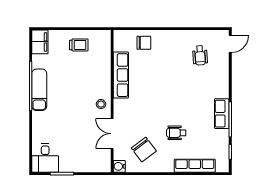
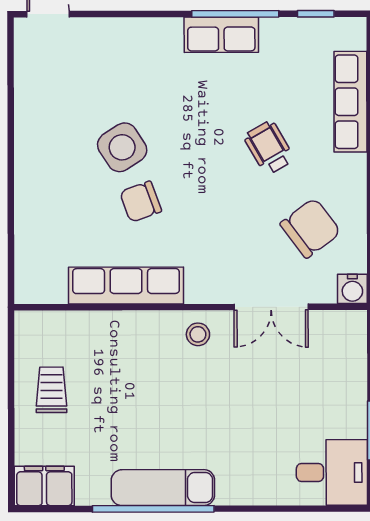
chair: (144, 43) -> (141, 202), moved, turned -110
wheelchair: (200, 55) -> (77, 89), removed
side table: (176, 74) -> (122, 147), added
wheelchair: (176, 133) -> (269, 148), turned 150

